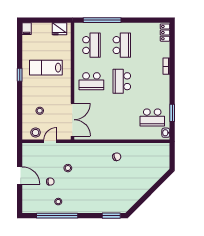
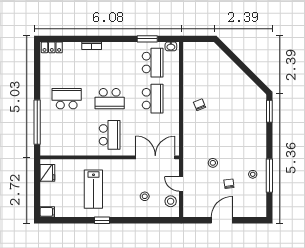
school desk: (91, 45) -> (153, 99), moved, turned 90
window: (57, 216) -> (269, 176), width x0.68

